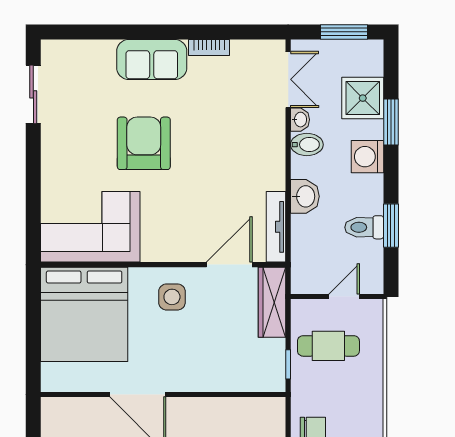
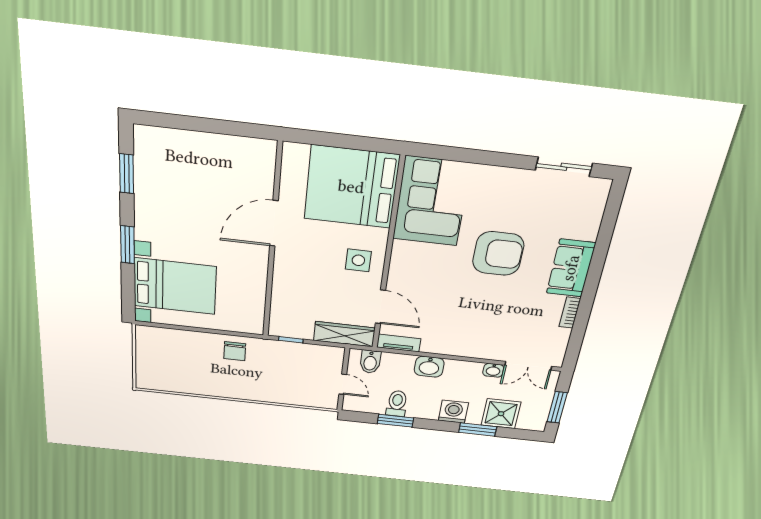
bidet: (307, 145) -> (370, 362), moved
tv unit: (276, 227) -> (399, 343), width x0.71
cafe table: (328, 346) -> (303, 369), removed

